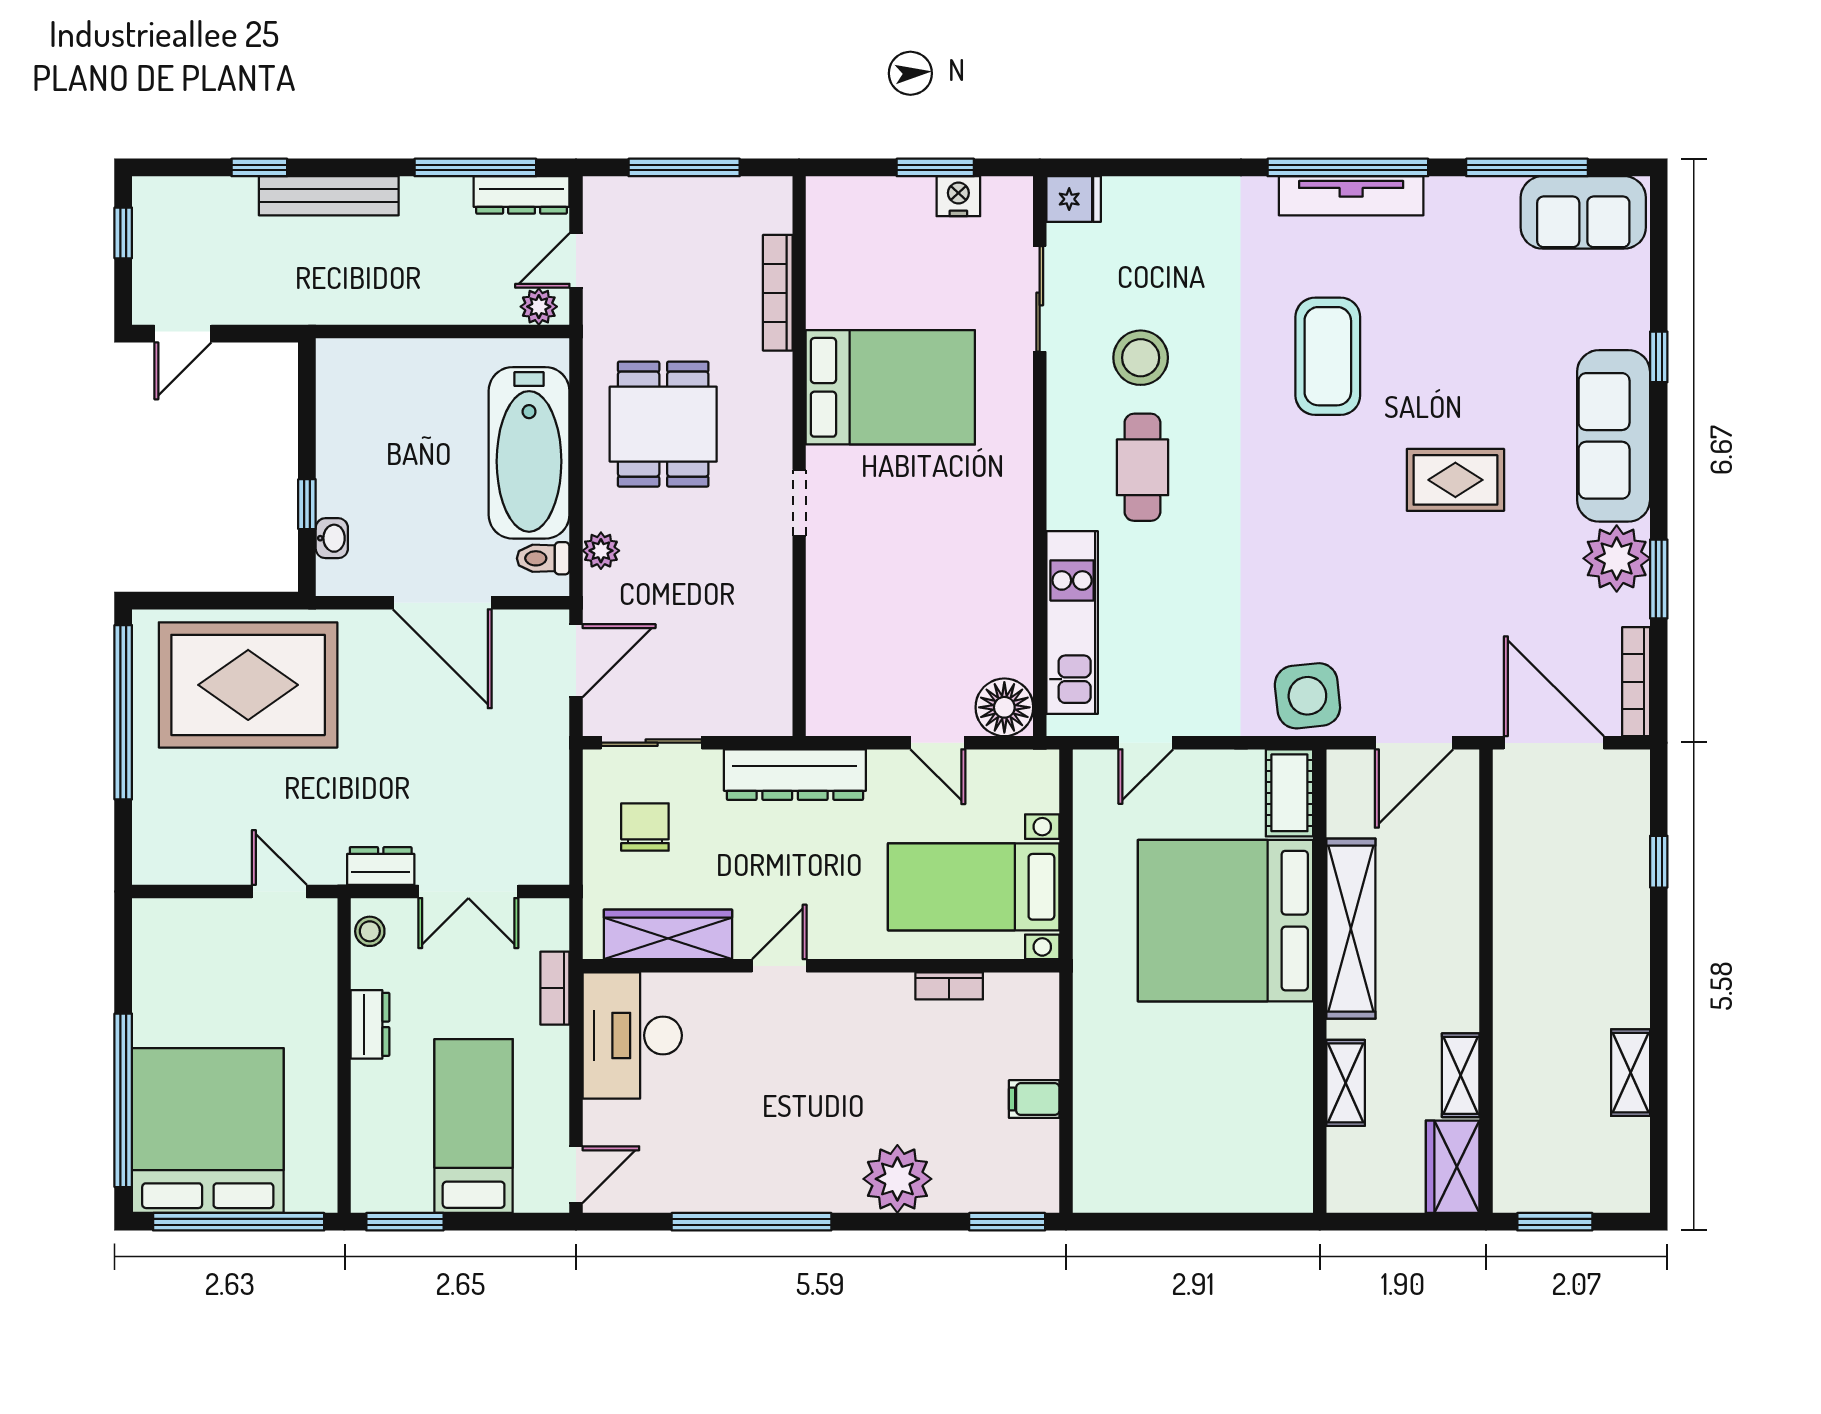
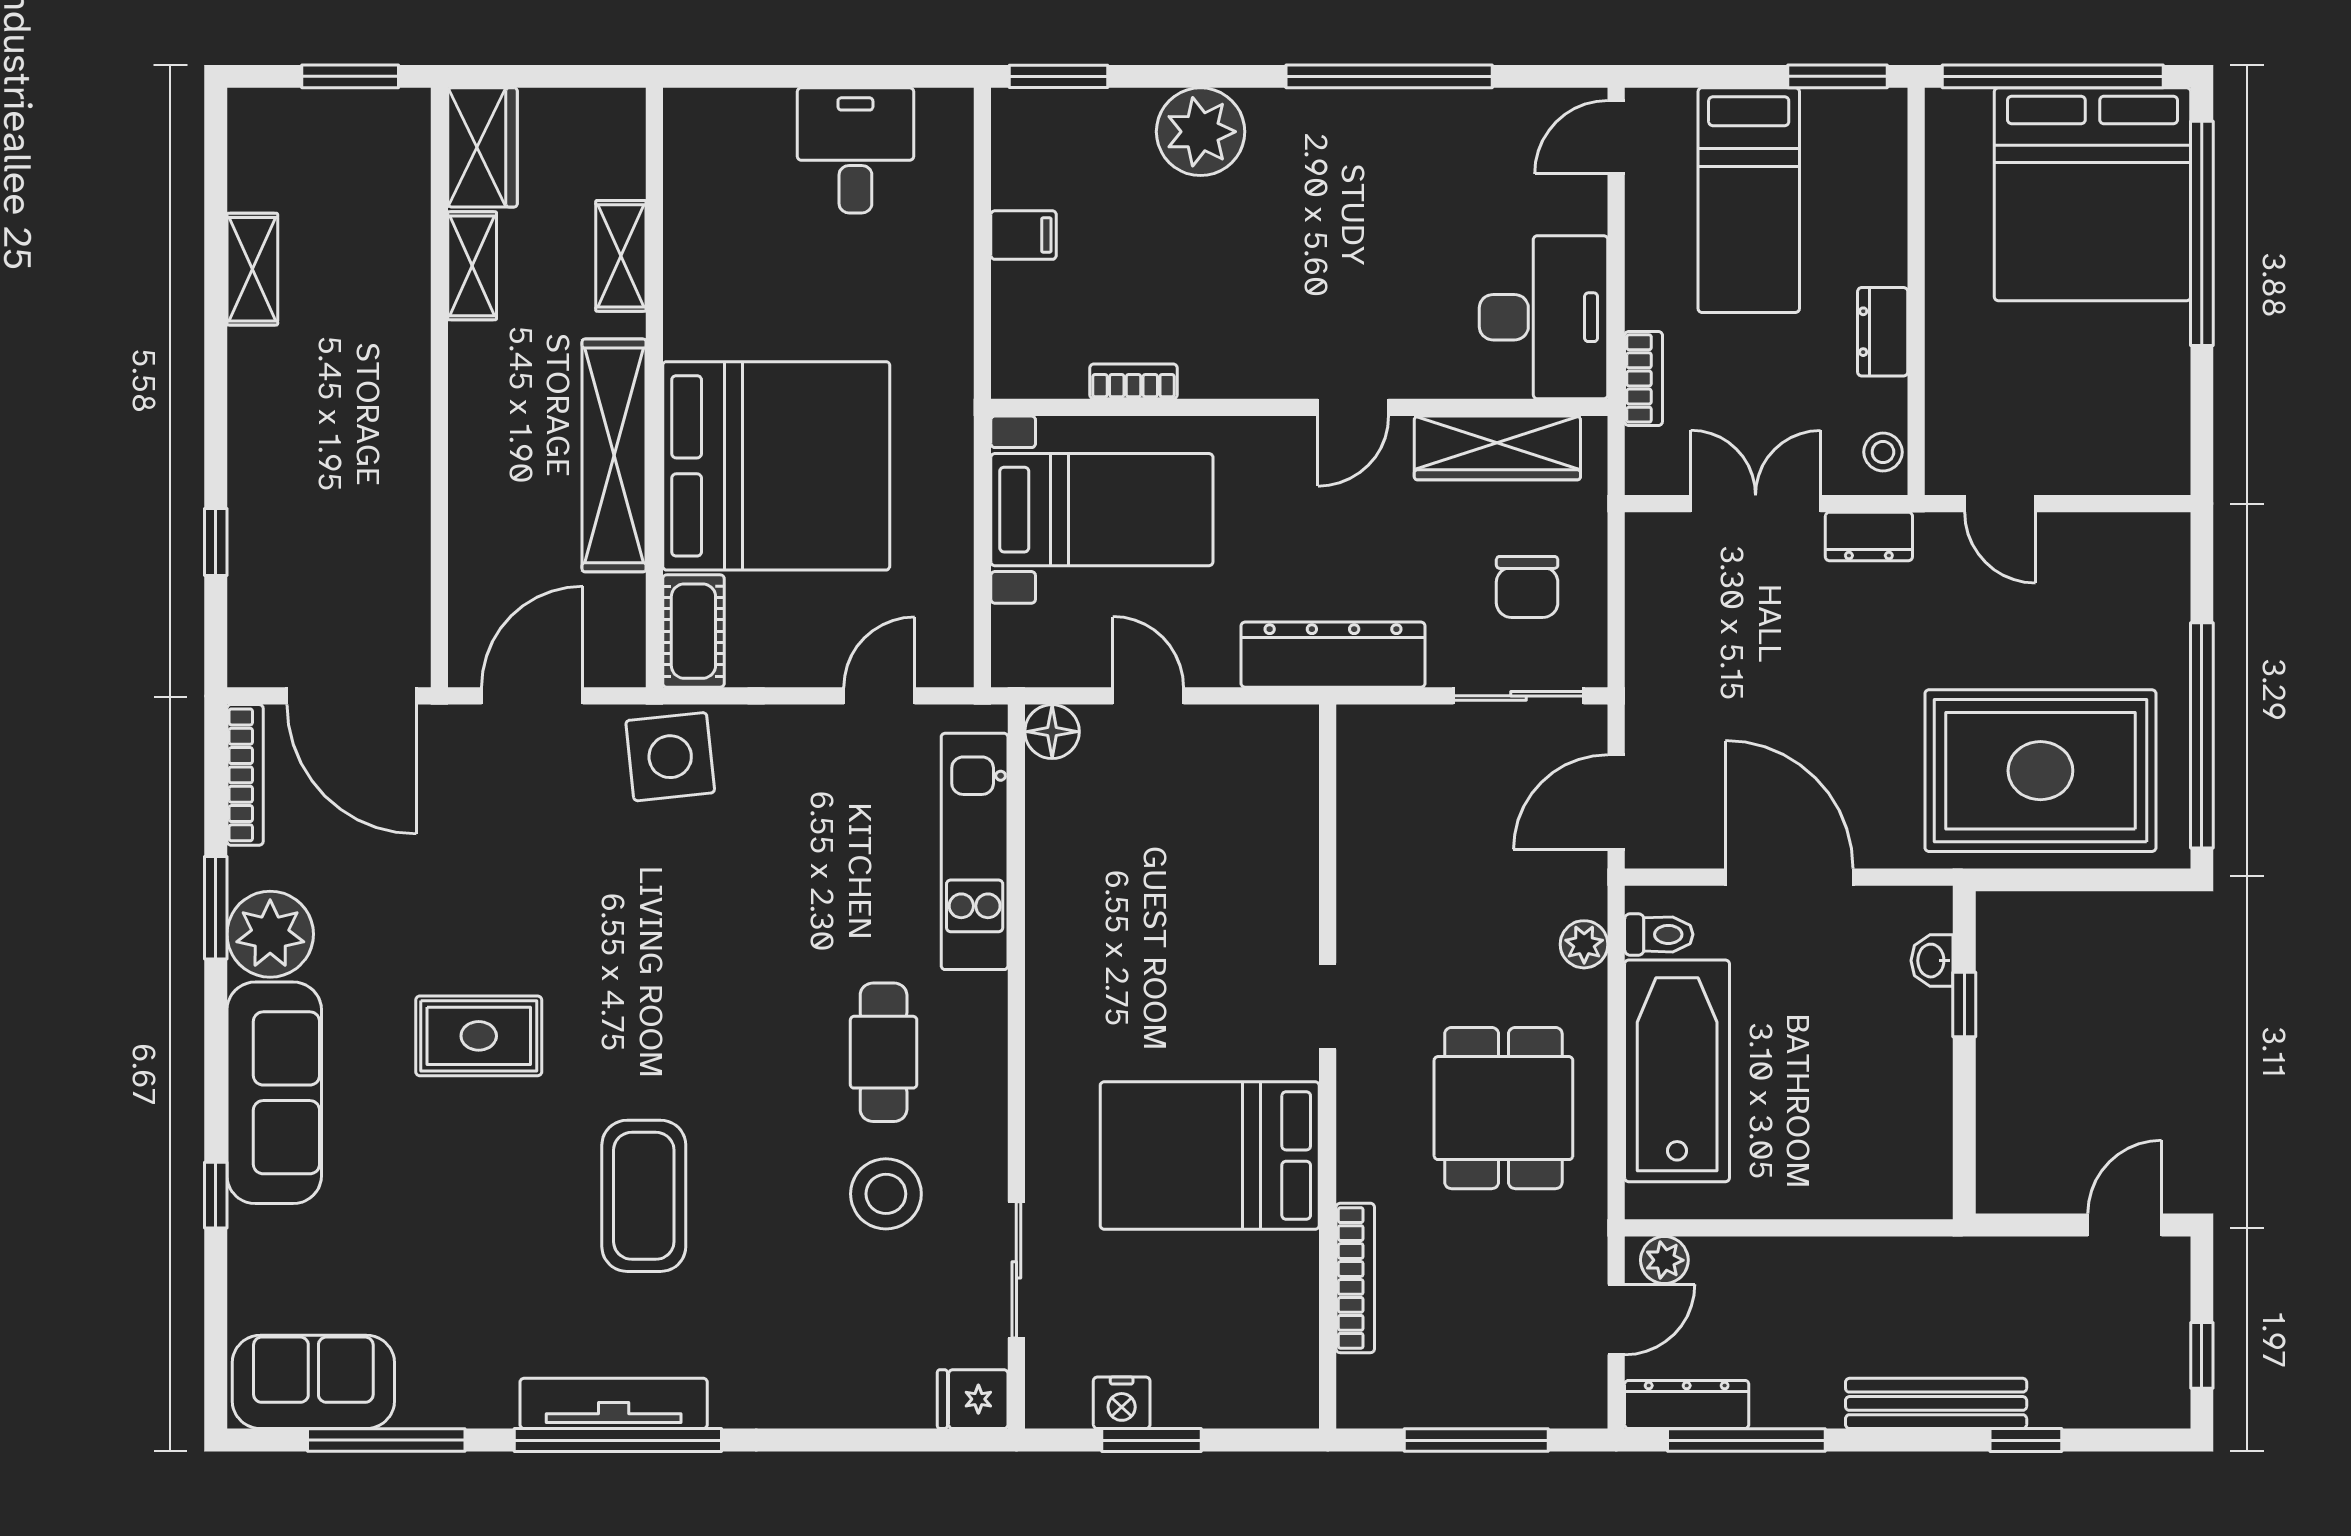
floor lamp: (1004, 707) -> (1052, 732), width x0.73, depth x0.73
desk: (1164, 1165) -> (855, 150), added

